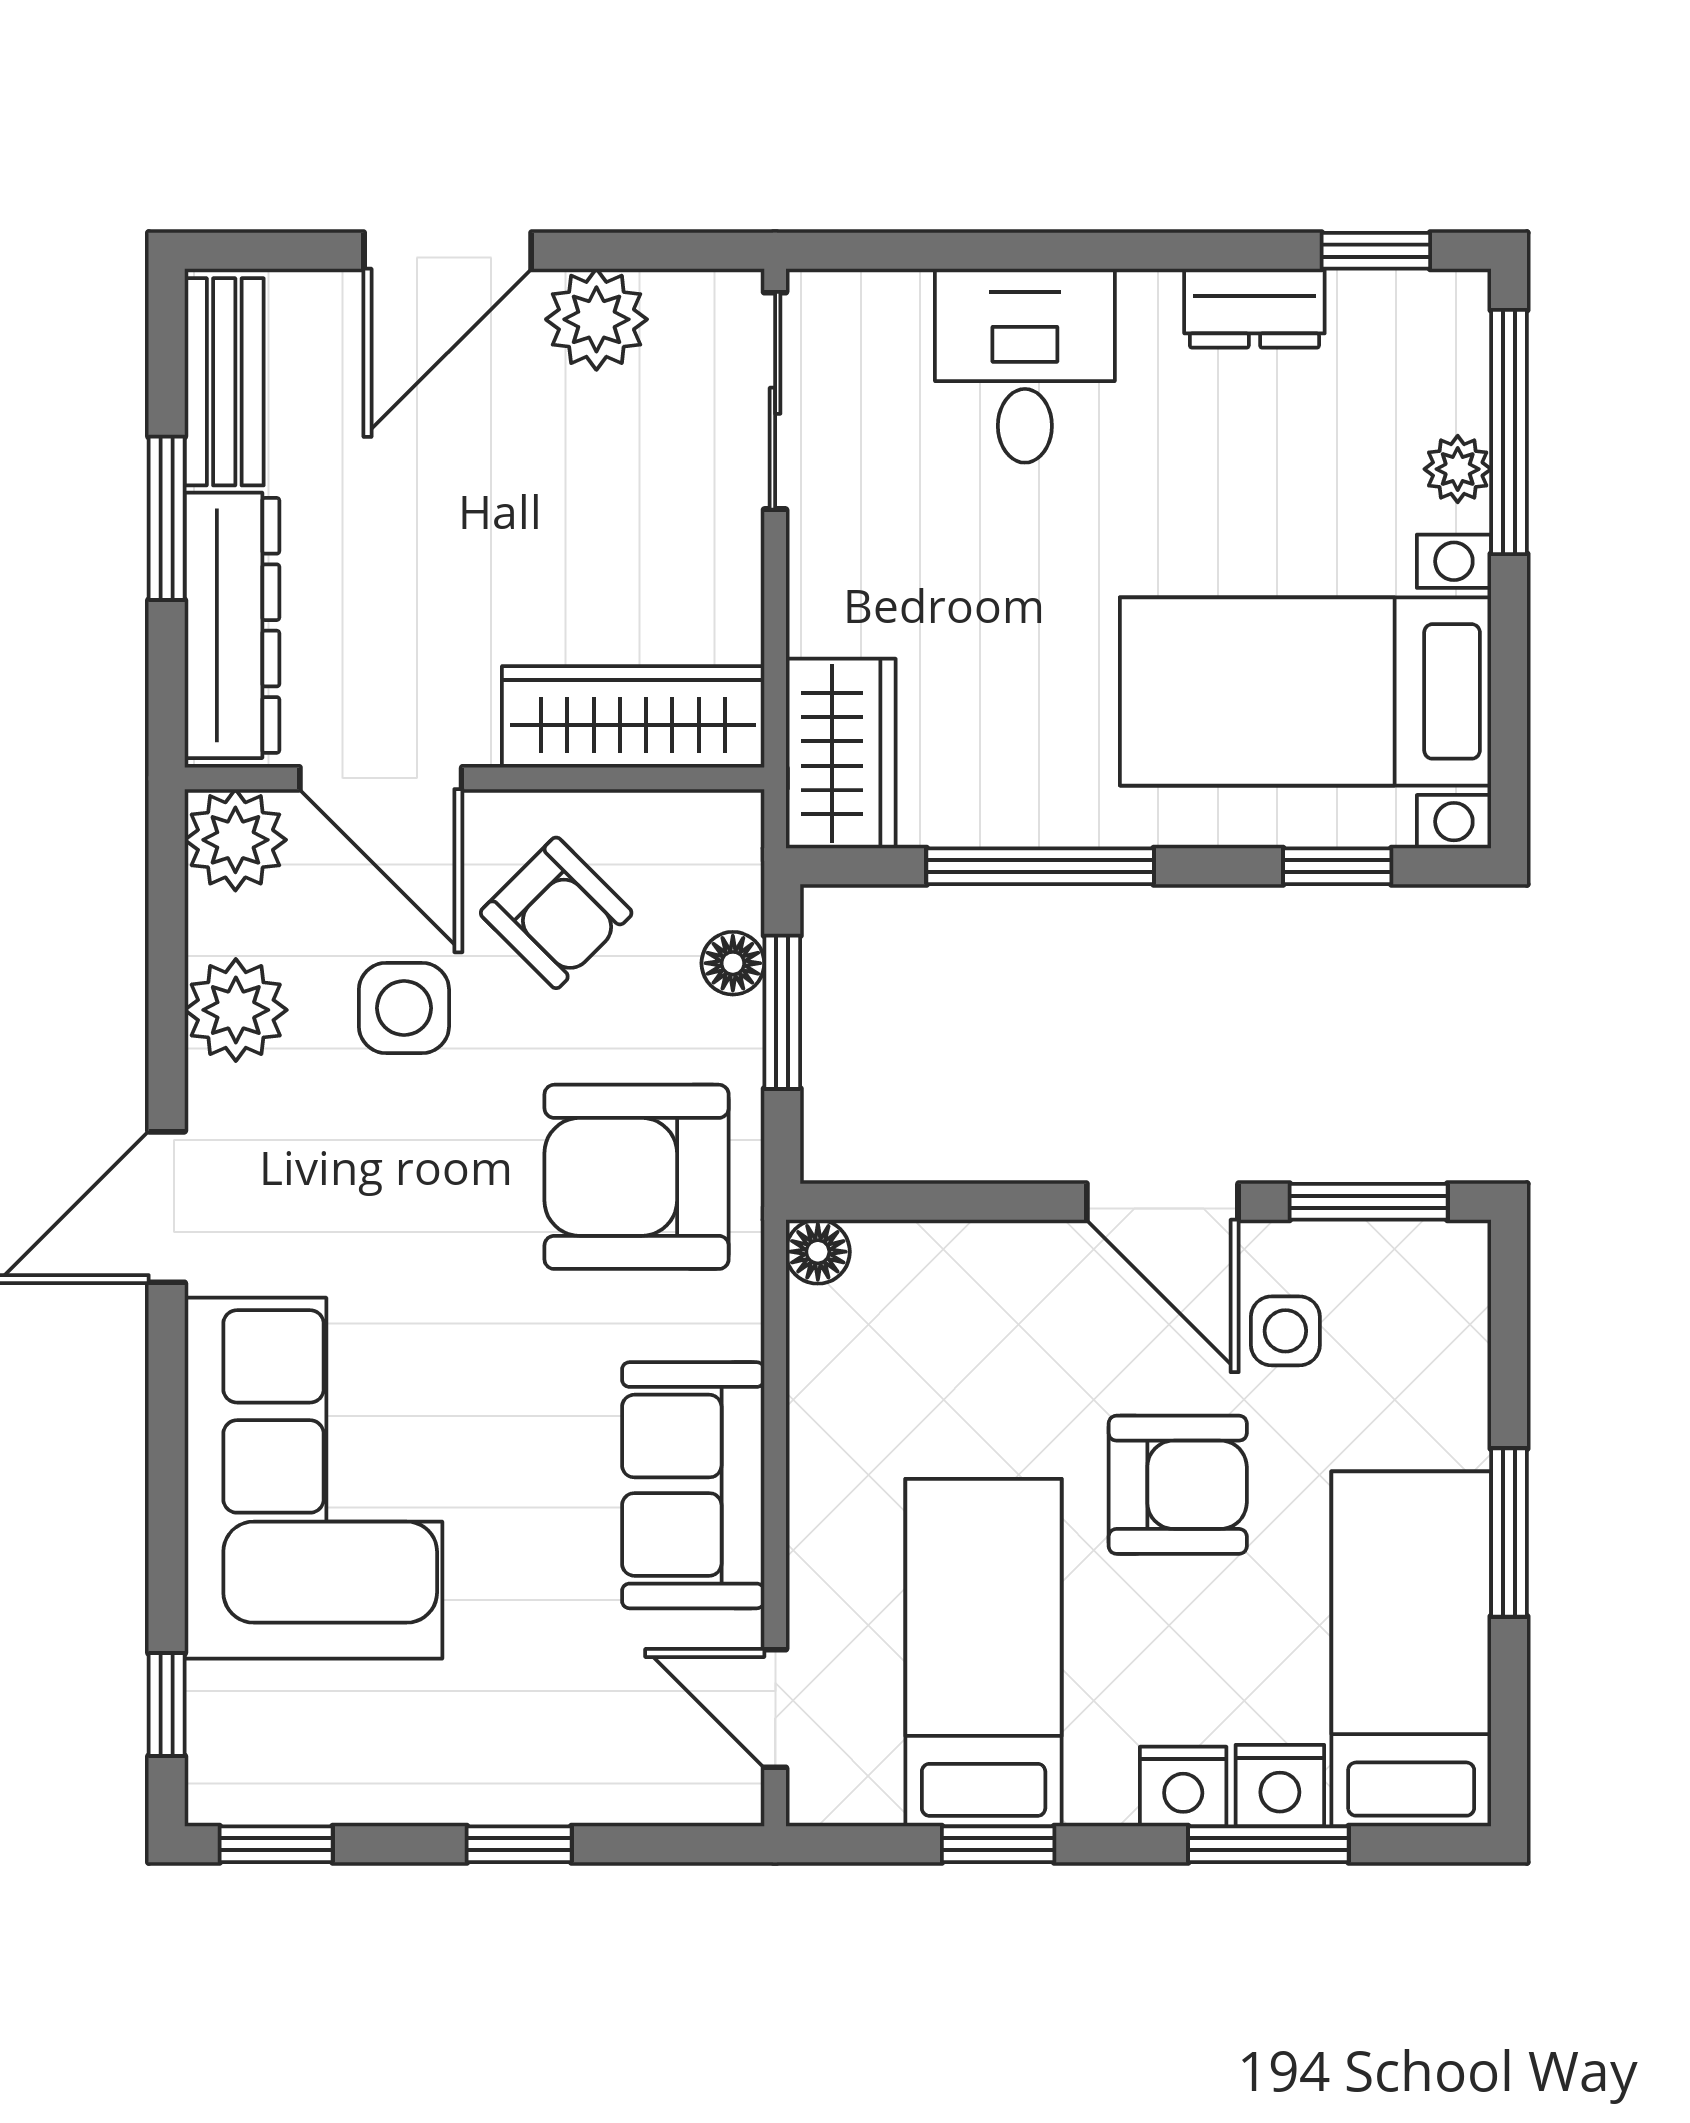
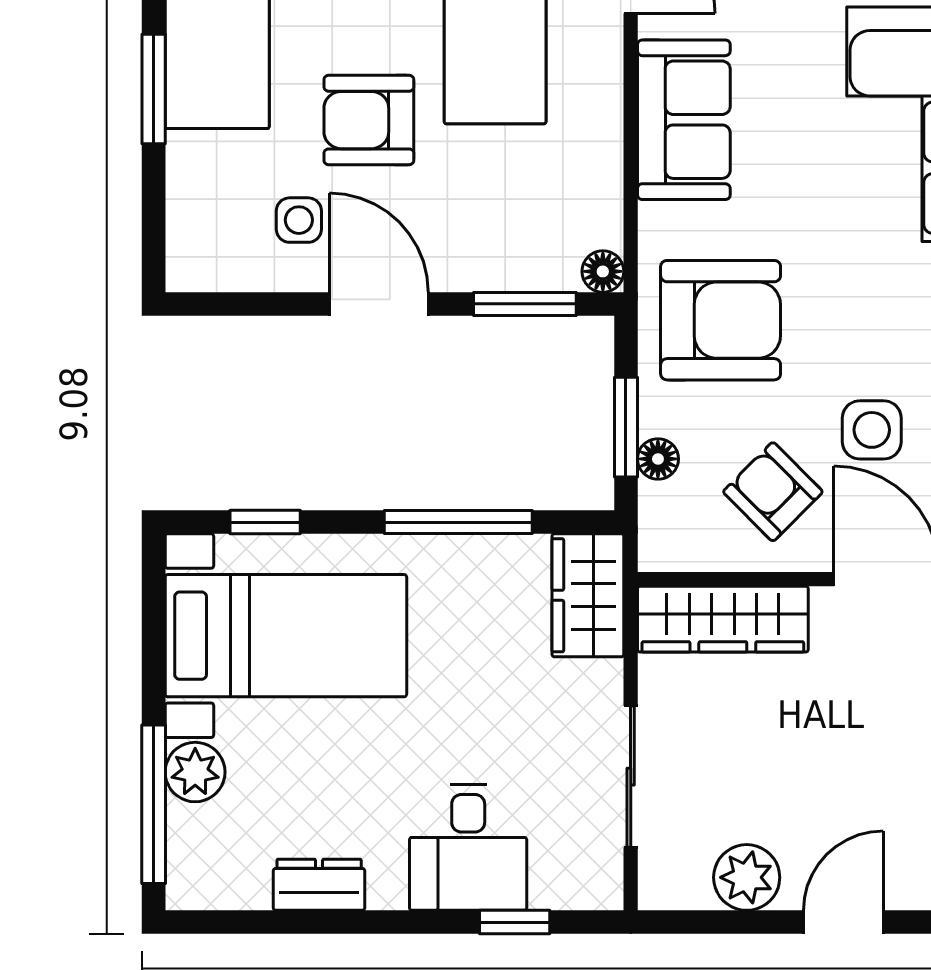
door: (448, 251) -> (843, 922), width x0.73
window: (1376, 251) -> (515, 922), moved
sliding door: (775, 401) -> (631, 777), moved
plant: (1458, 469) -> (195, 772), width x1.38, depth x1.38
window: (1369, 1202) -> (525, 304), moved

